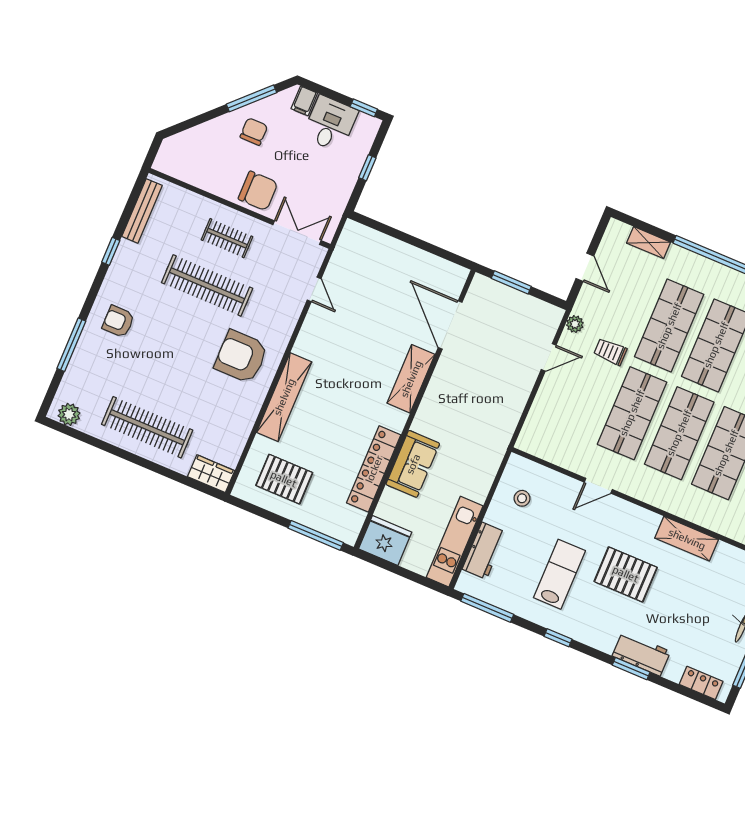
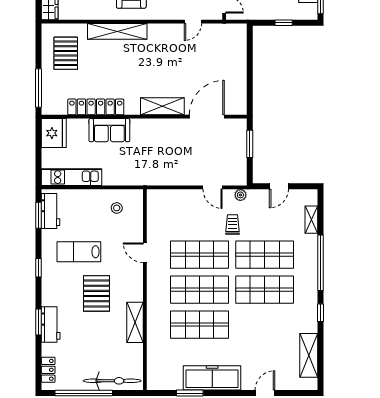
workbench: (484, 551) -> (50, 211), moved, turned -90
lab bench: (559, 574) -> (79, 252), turned 180
window: (487, 608) -> (39, 215), width x0.69

